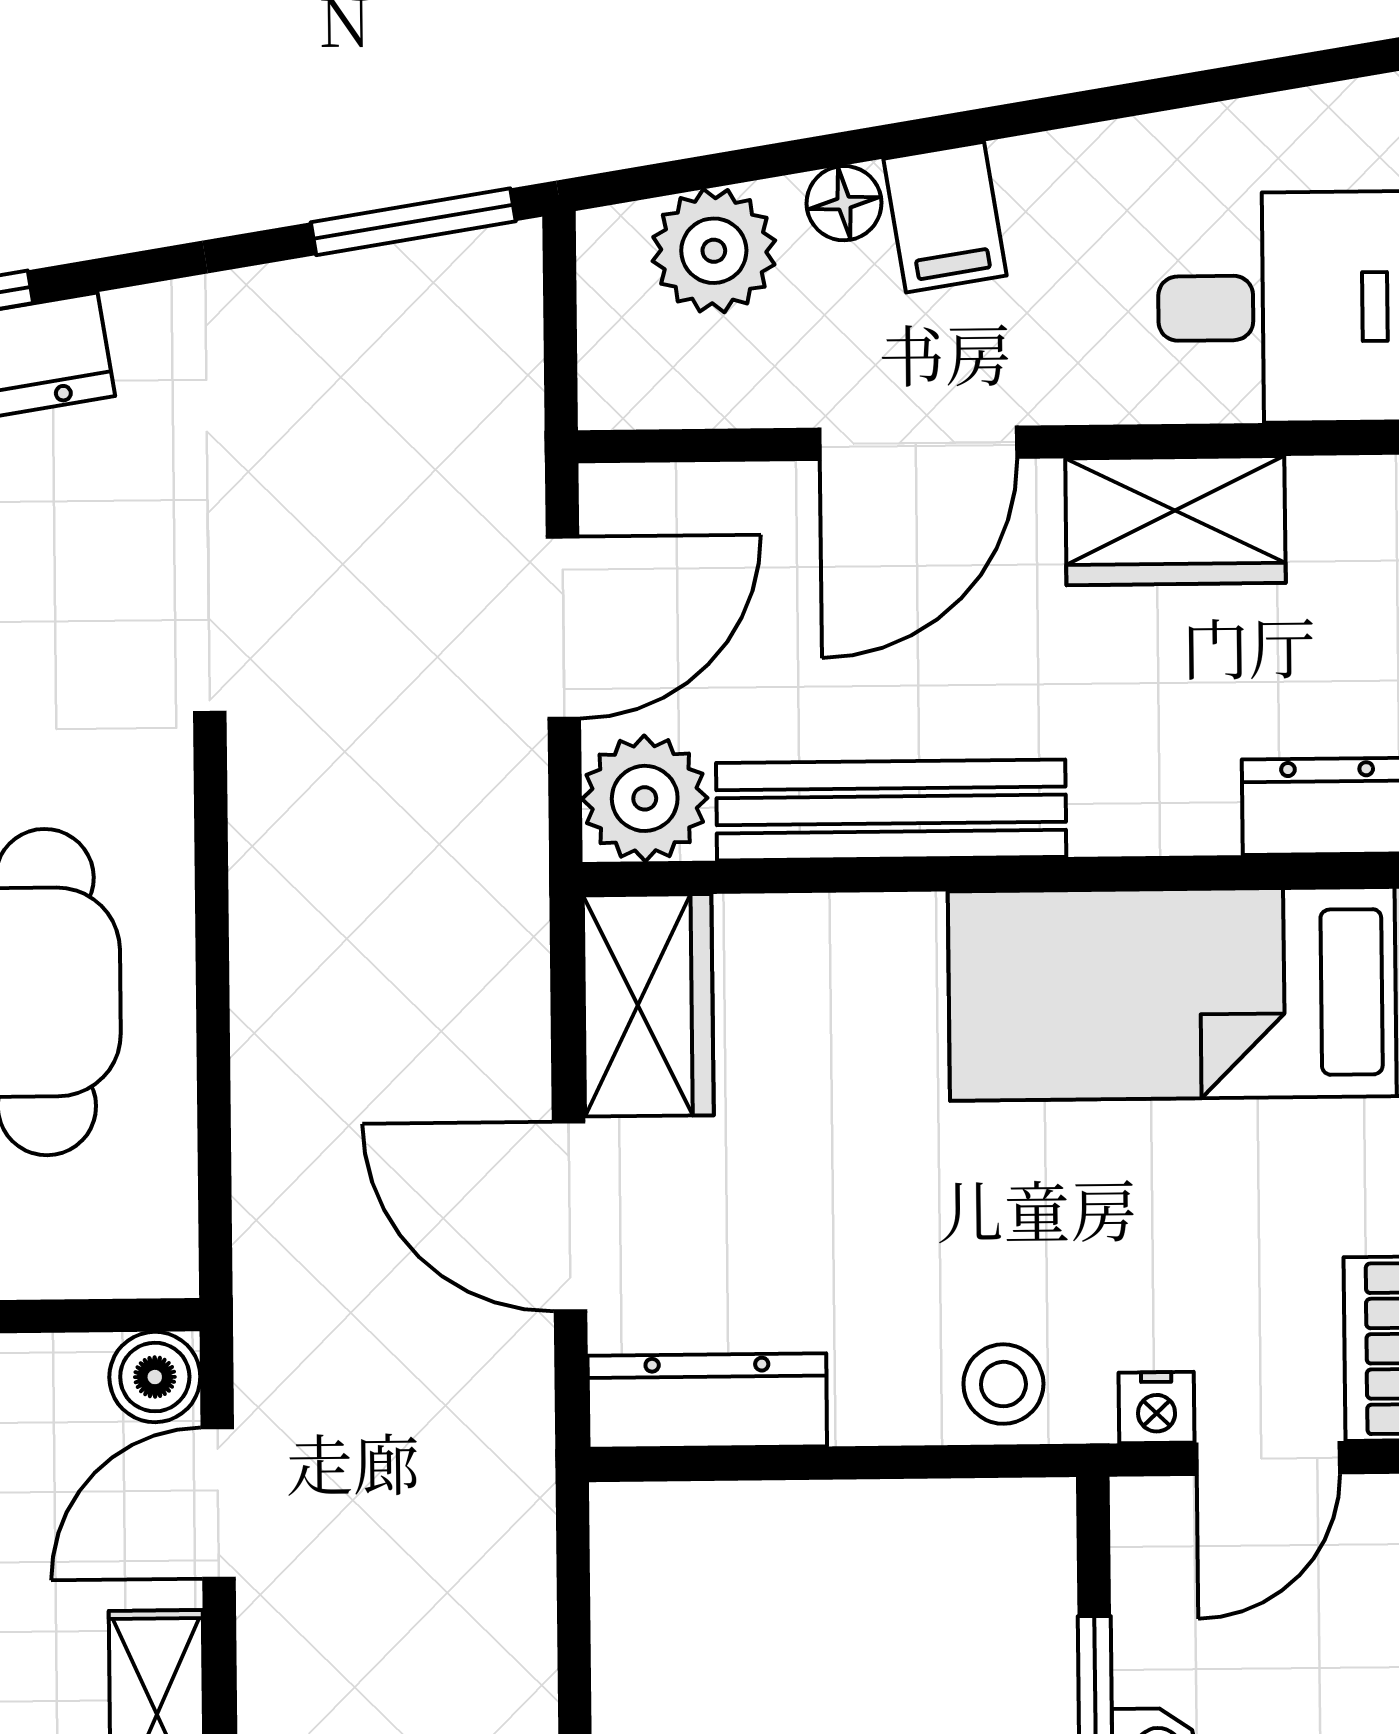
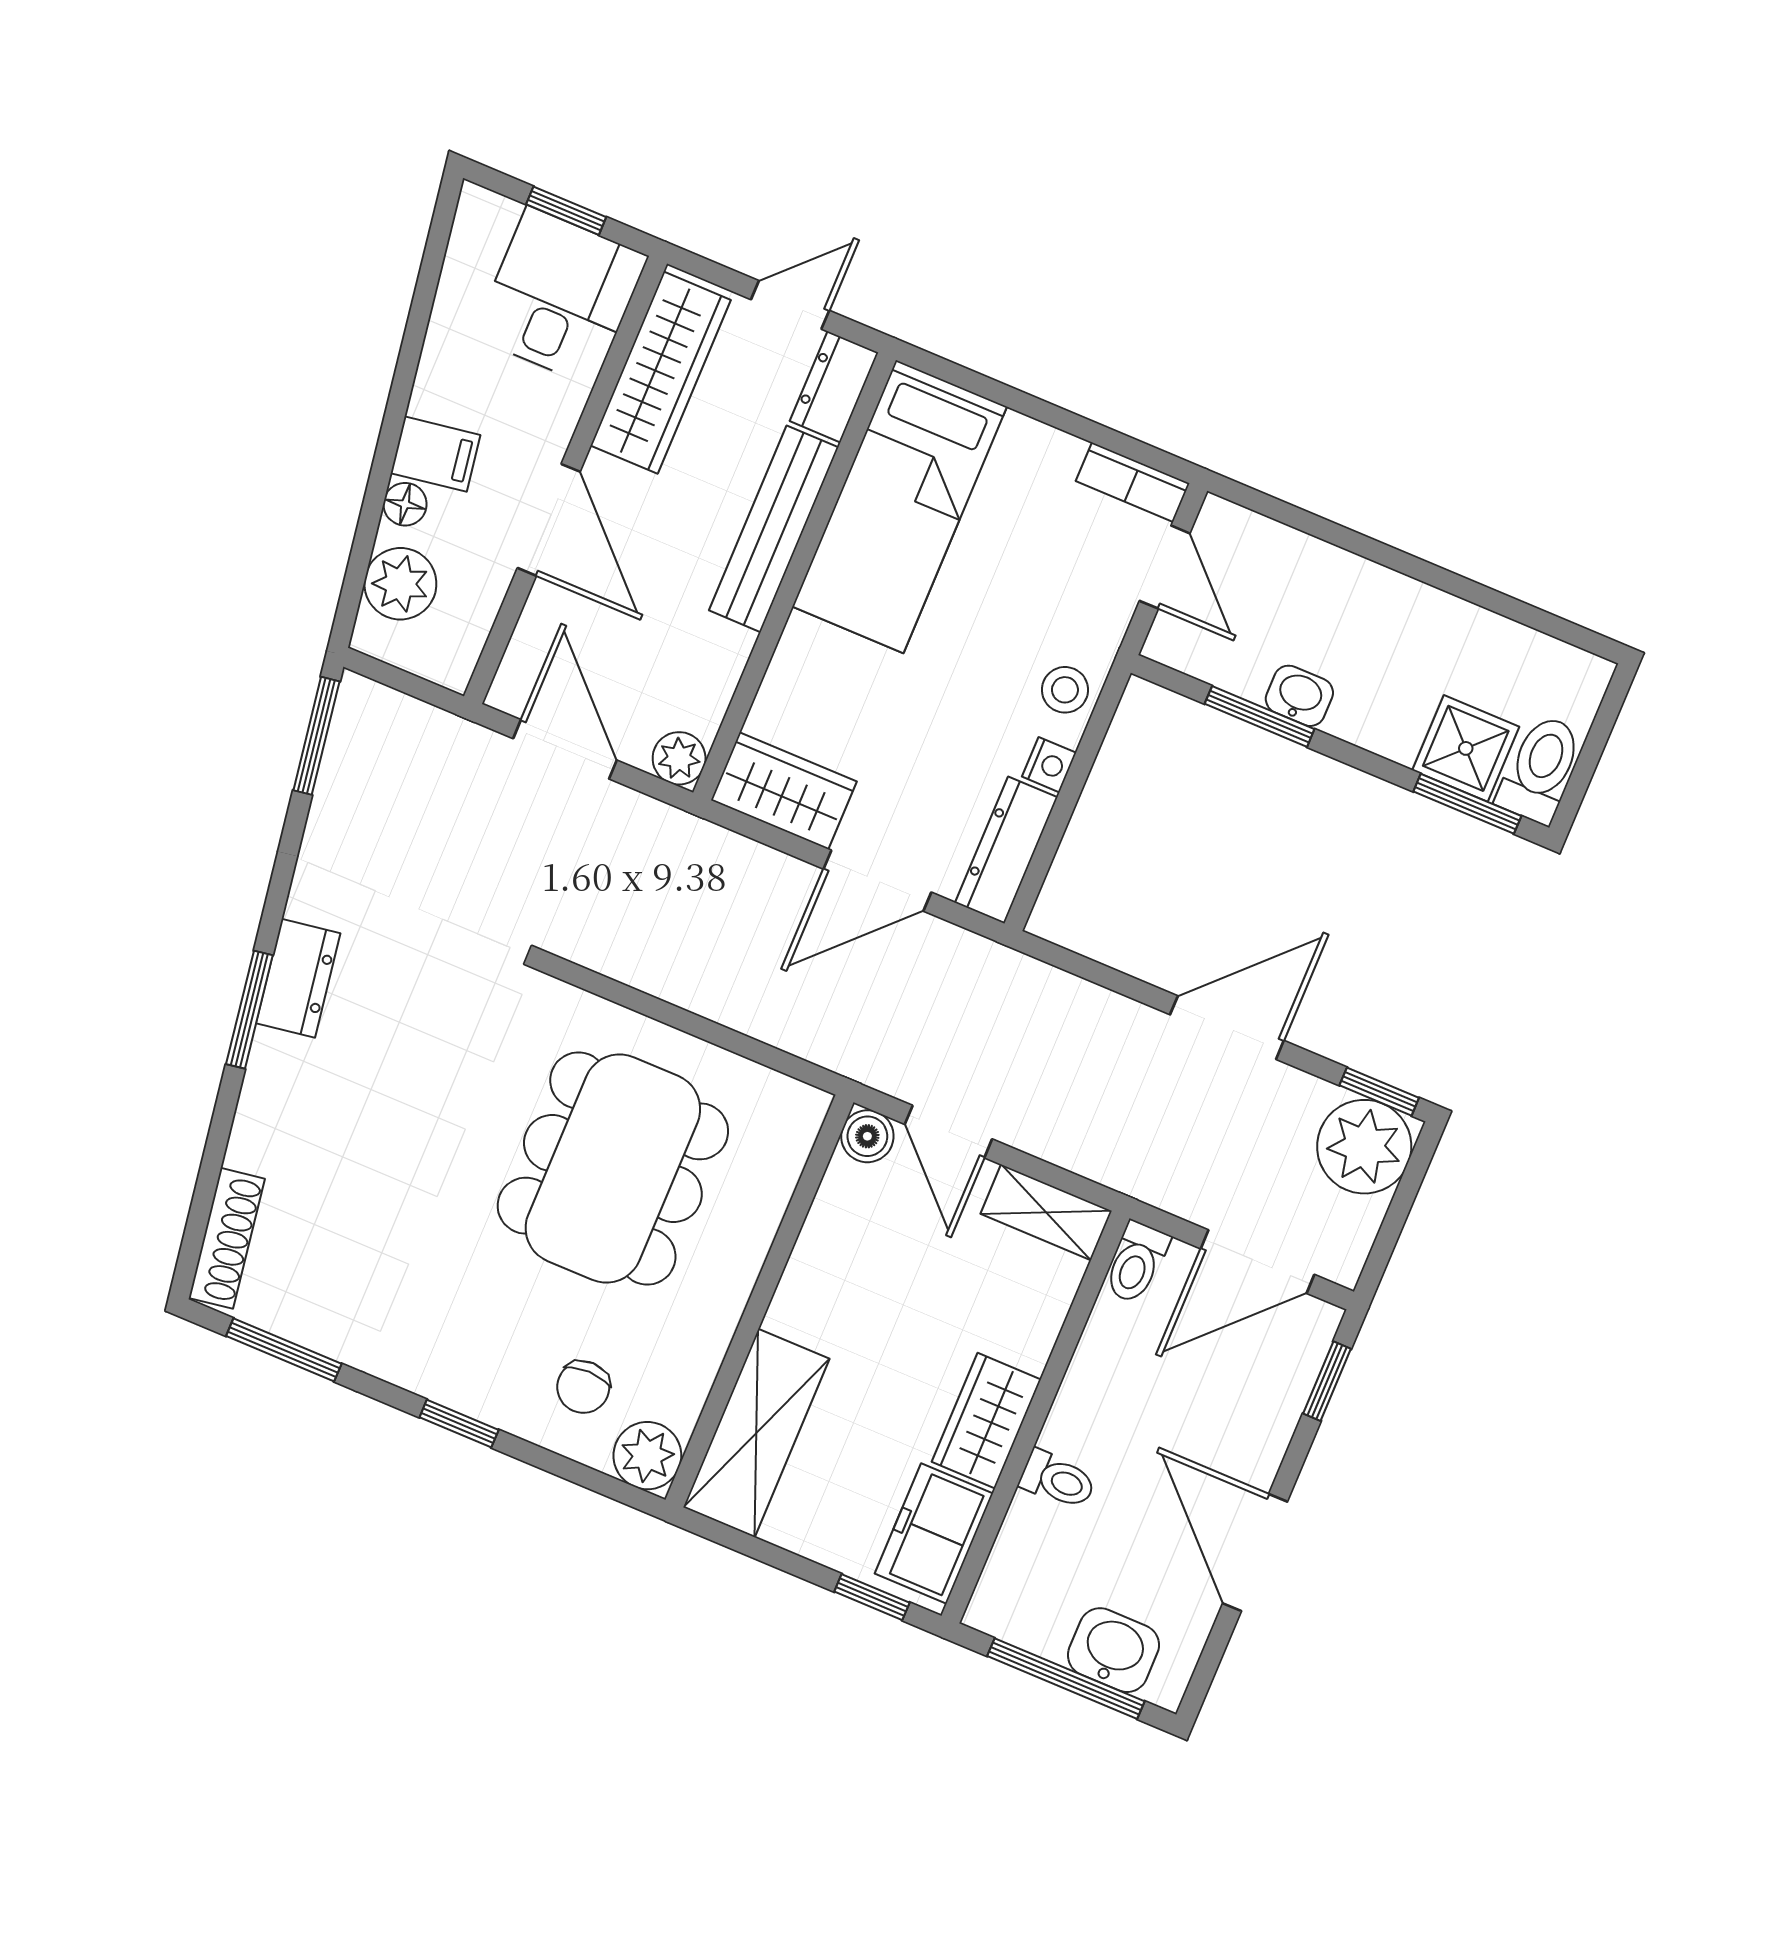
wardrobe: (1175, 521) -> (661, 373), width x1.50
plant: (645, 798) -> (679, 758), width x0.73, depth x0.73
bench: (891, 810) -> (774, 529), moved
nightstand: (1156, 1408) -> (1049, 765), moved

